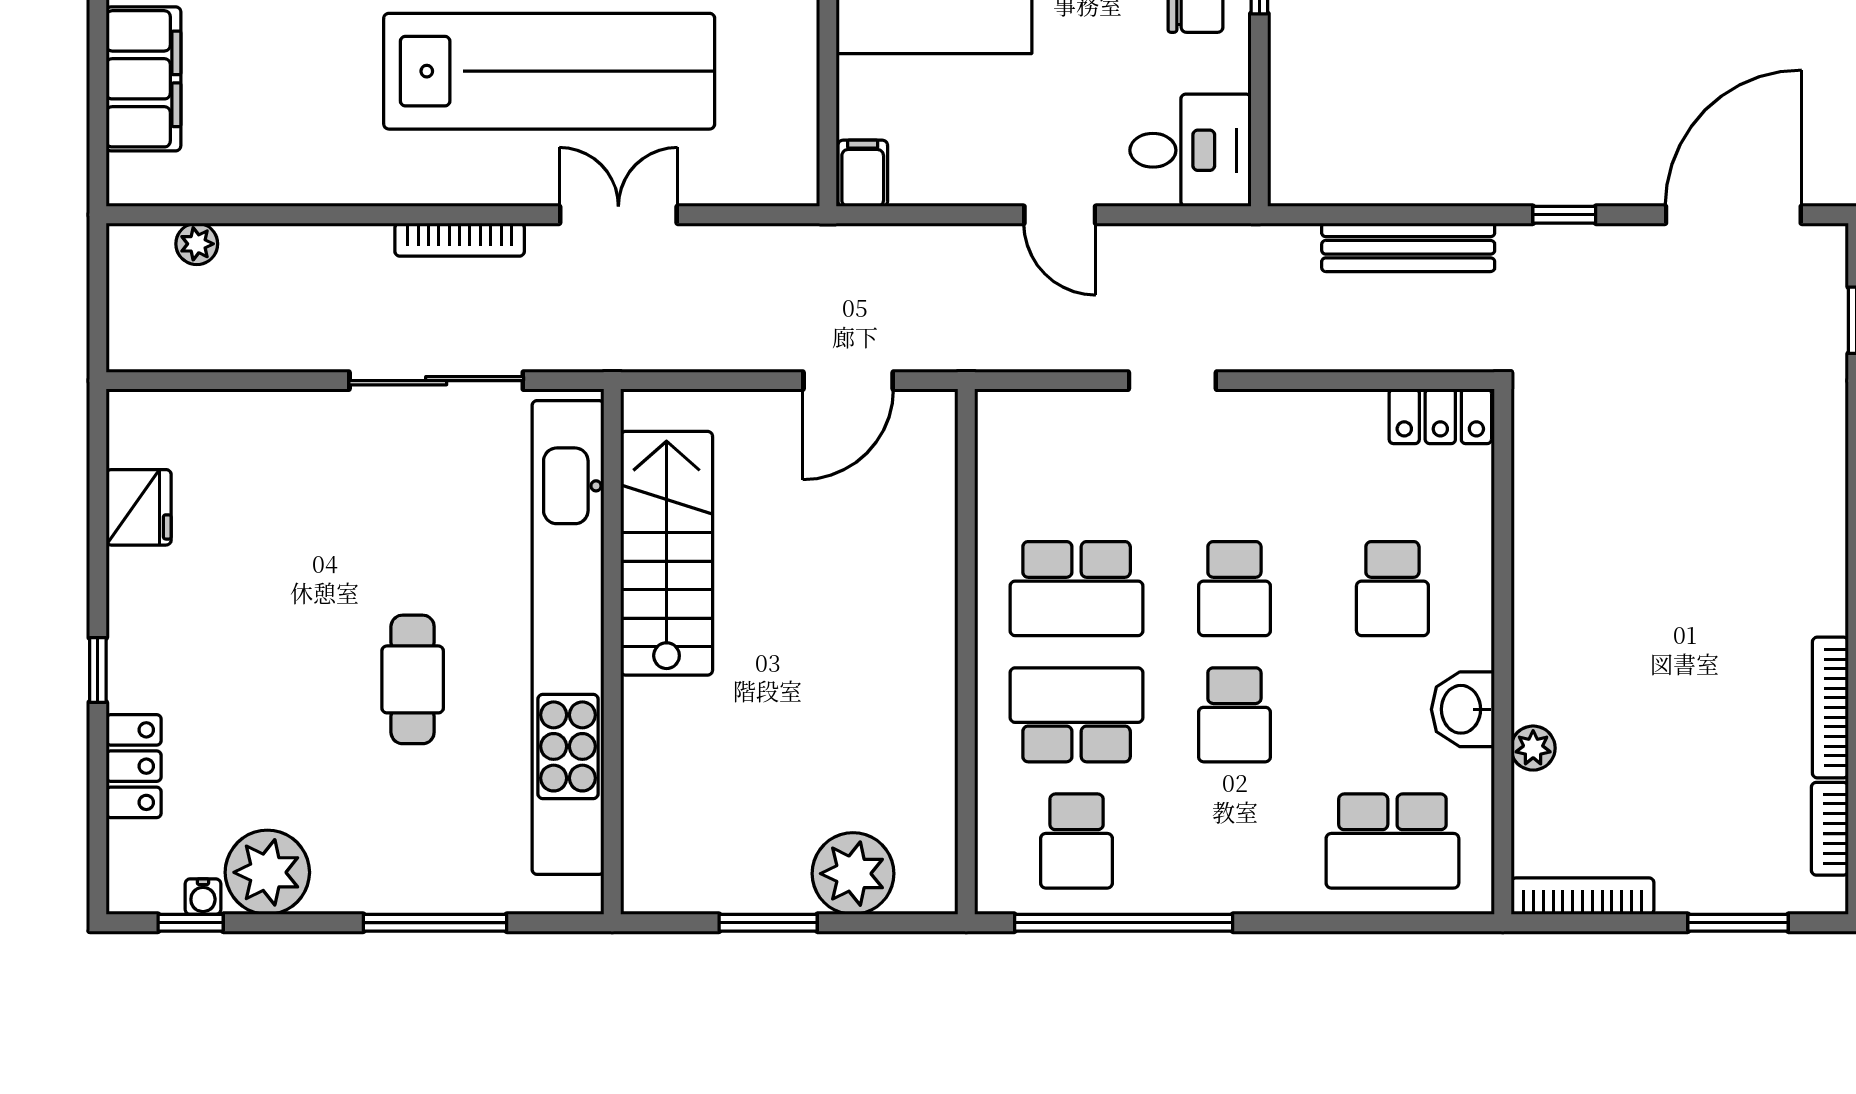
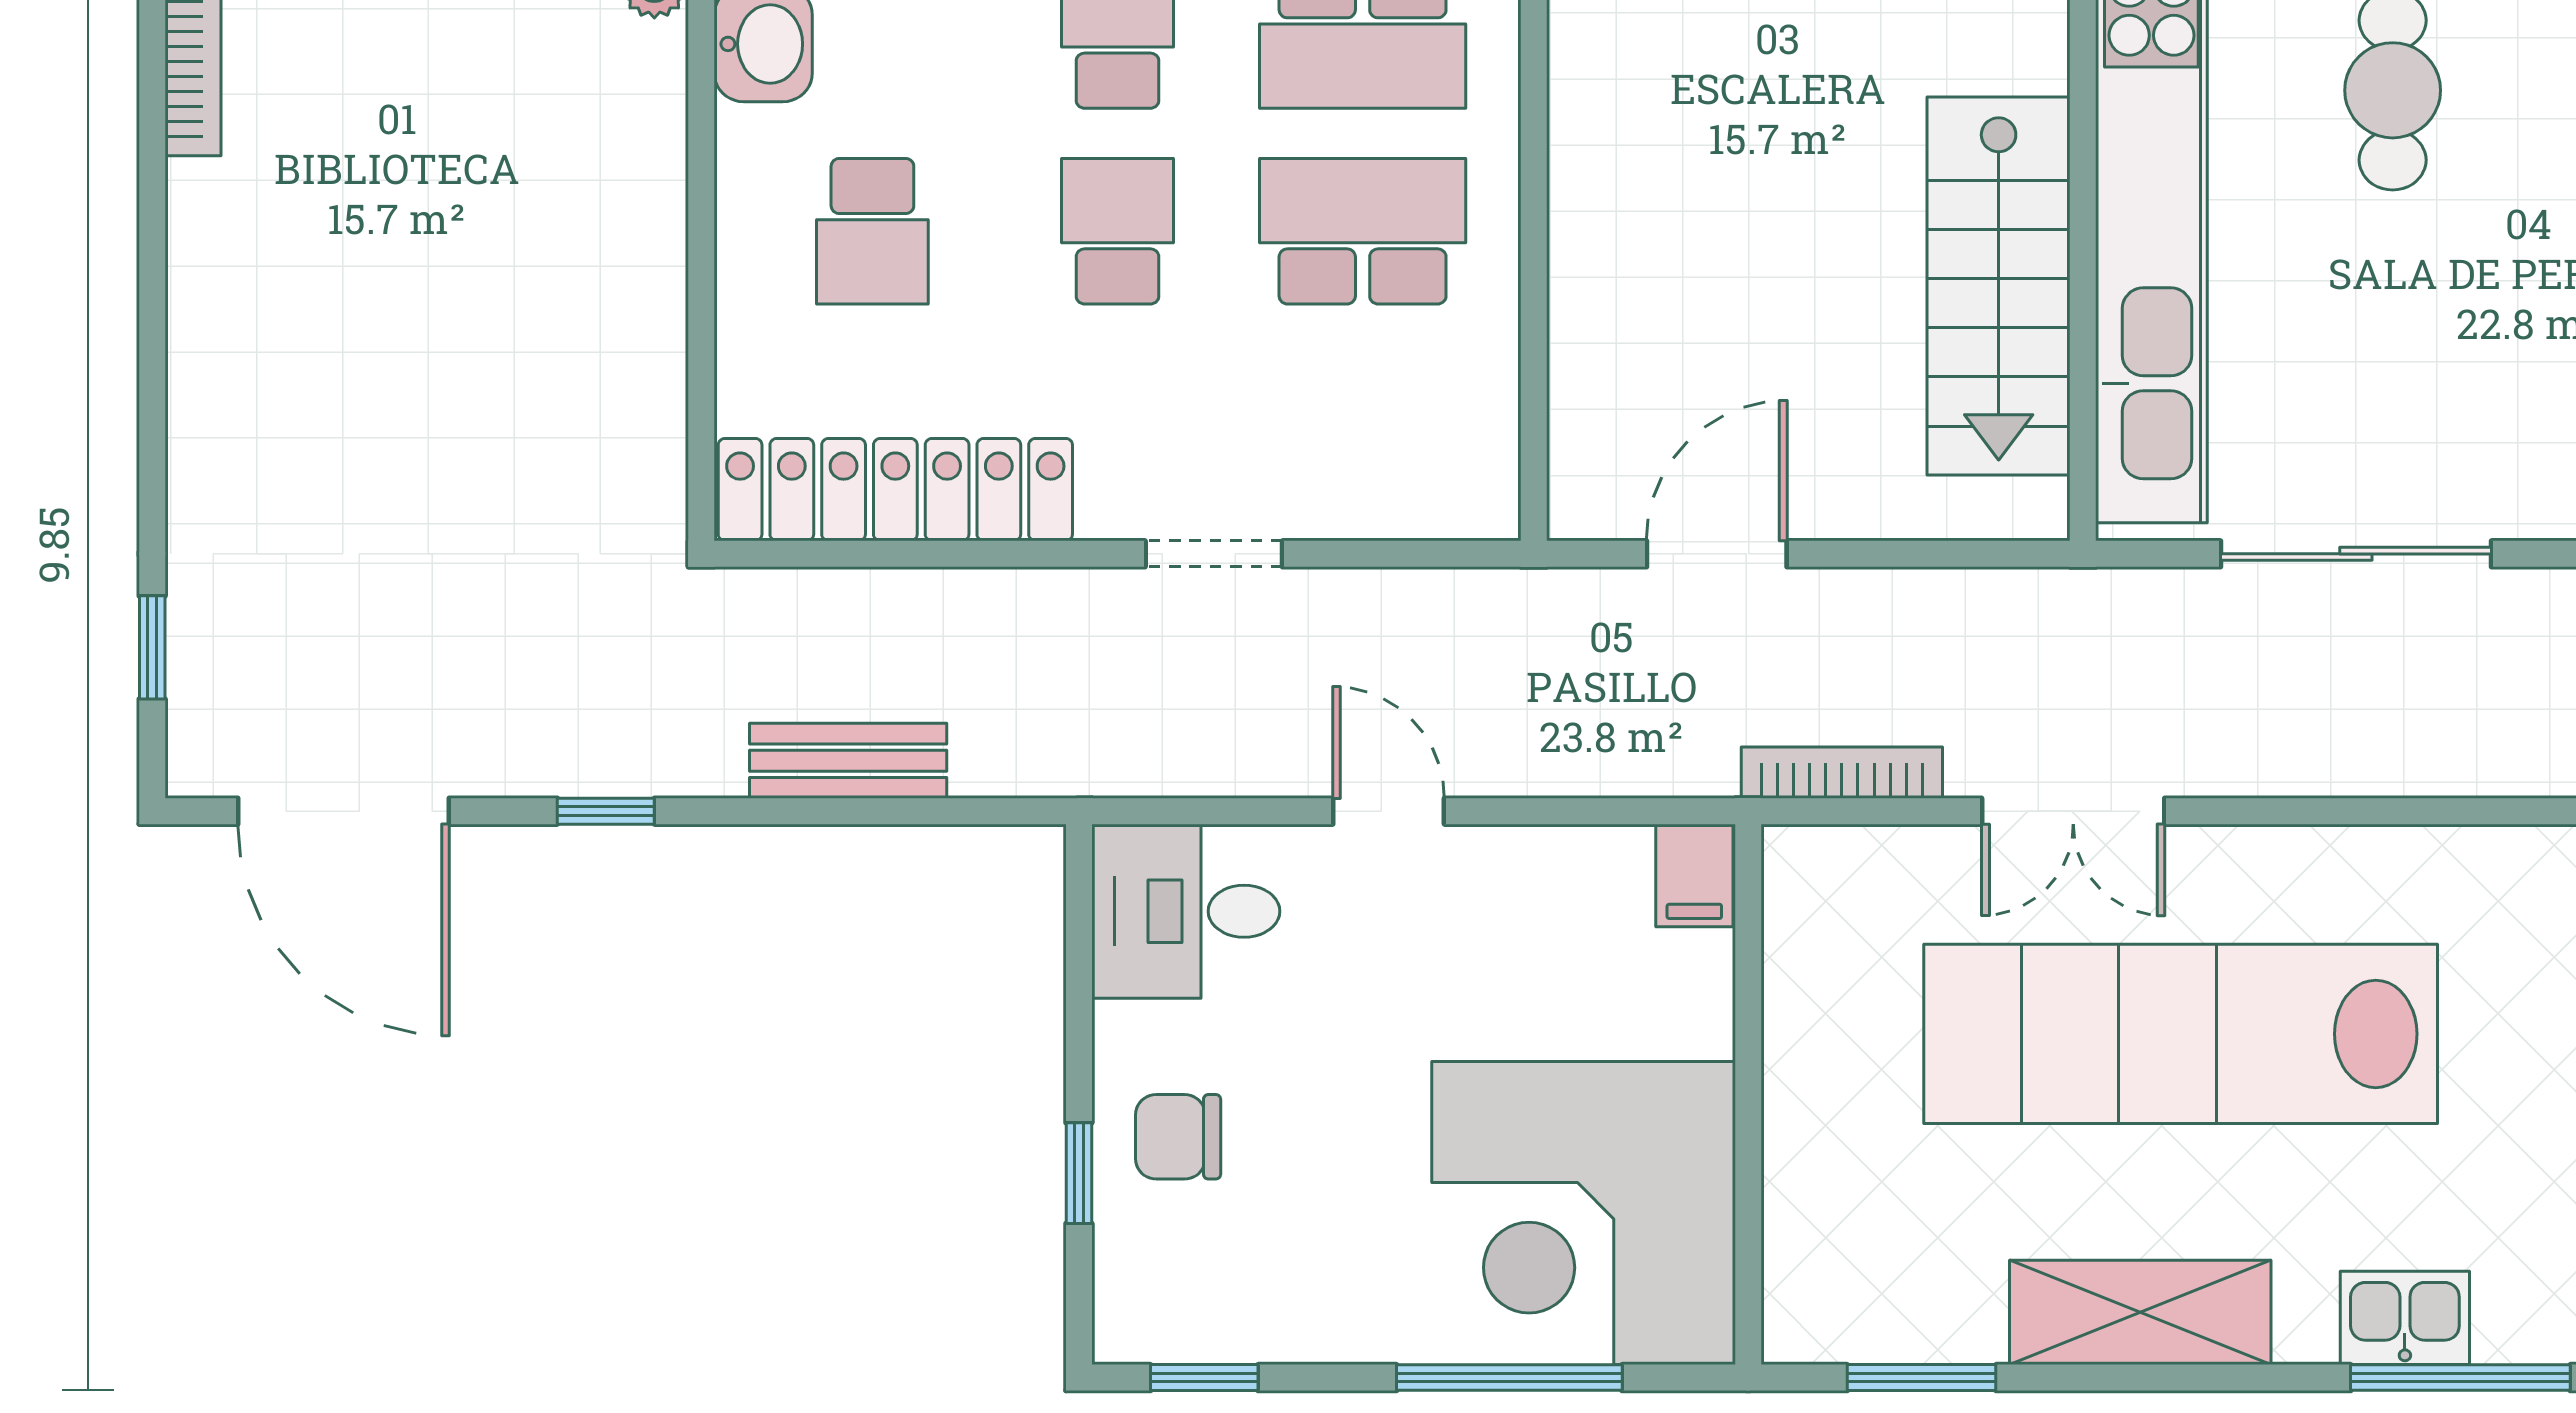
door: (1733, 215) -> (343, 811), hinge flipped
bookcase: (460, 240) -> (1842, 773), moved
bench: (1408, 247) -> (848, 761), width x0.73
locker: (1440, 416) -> (895, 490), width x2.16, depth x1.21
school desk: (1392, 589) -> (872, 231), turned 180

